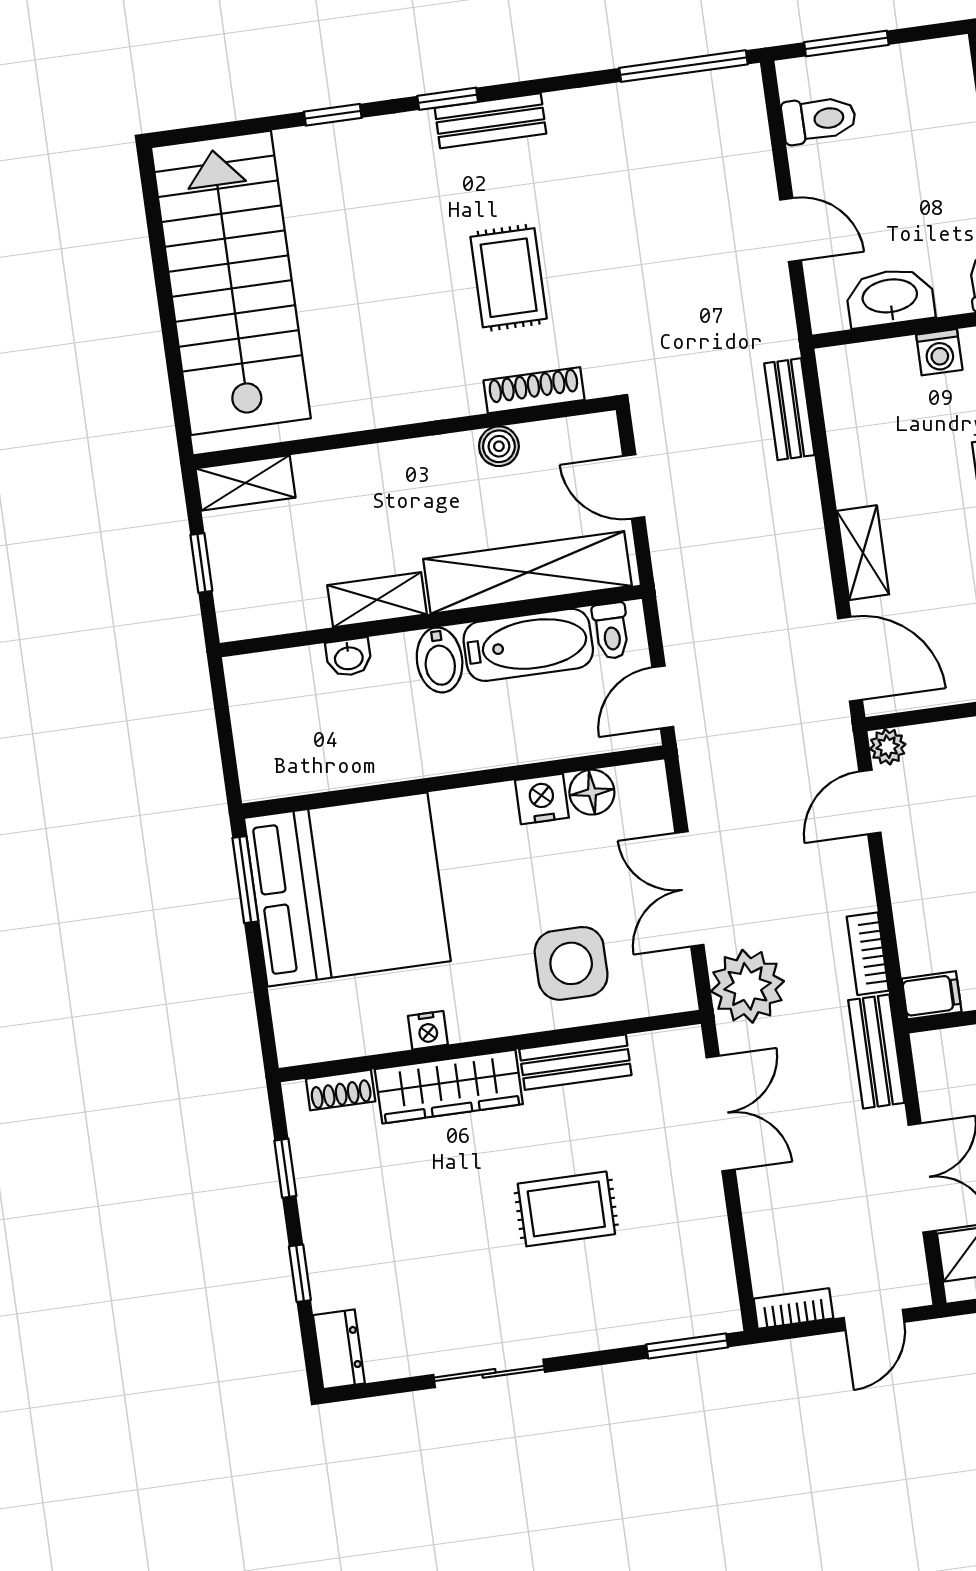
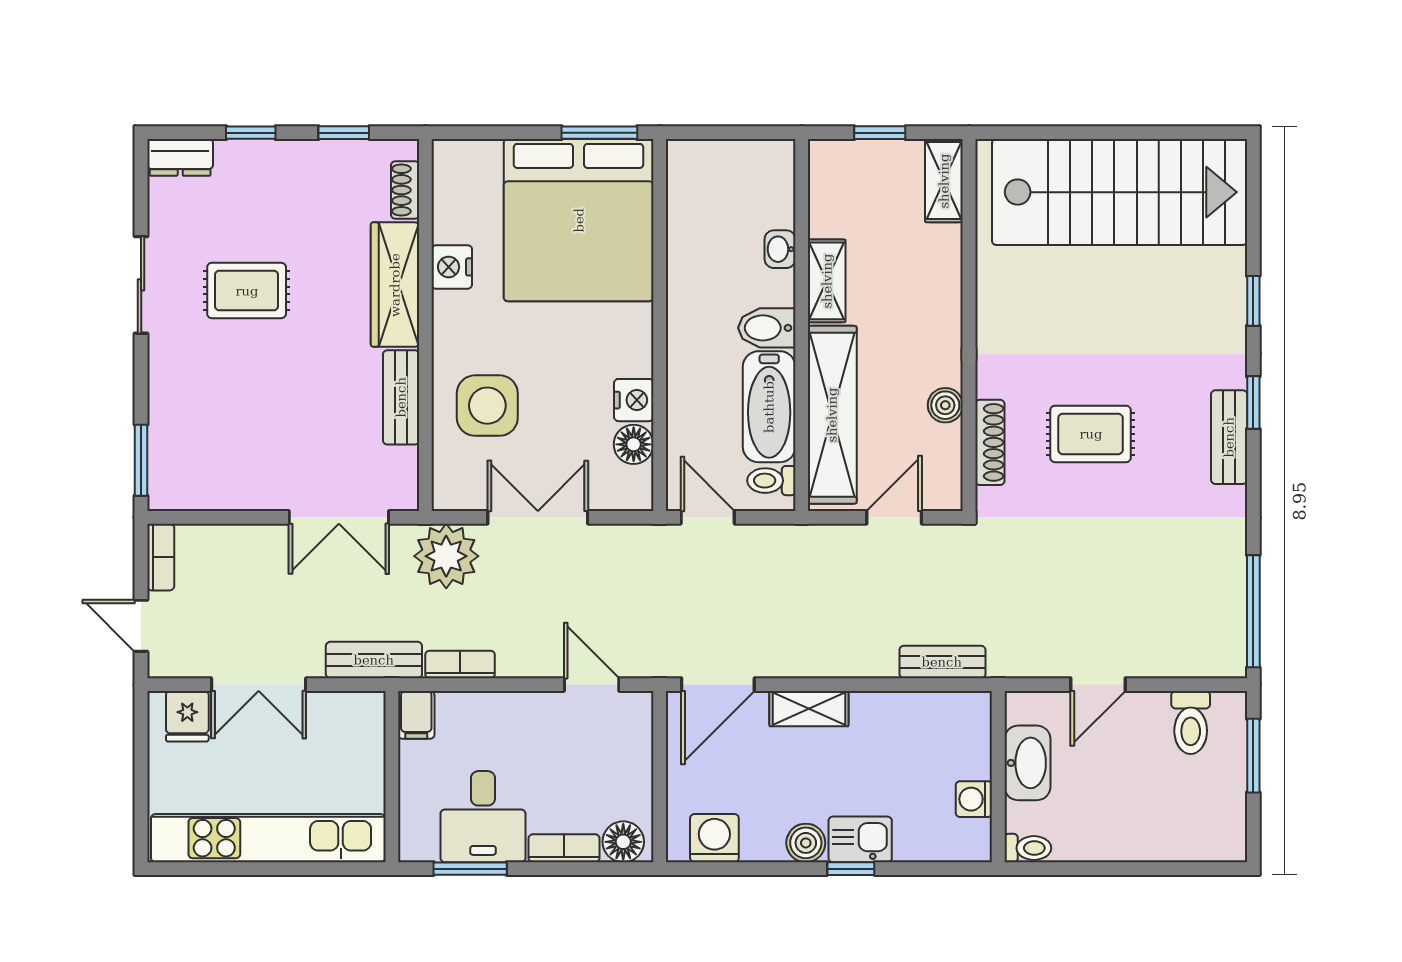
plant: (888, 747) -> (637, 707), removed
nightstand: (428, 1030) -> (452, 267), width x1.39, depth x1.35
rug: (566, 1209) -> (247, 291), moved, turned 90

